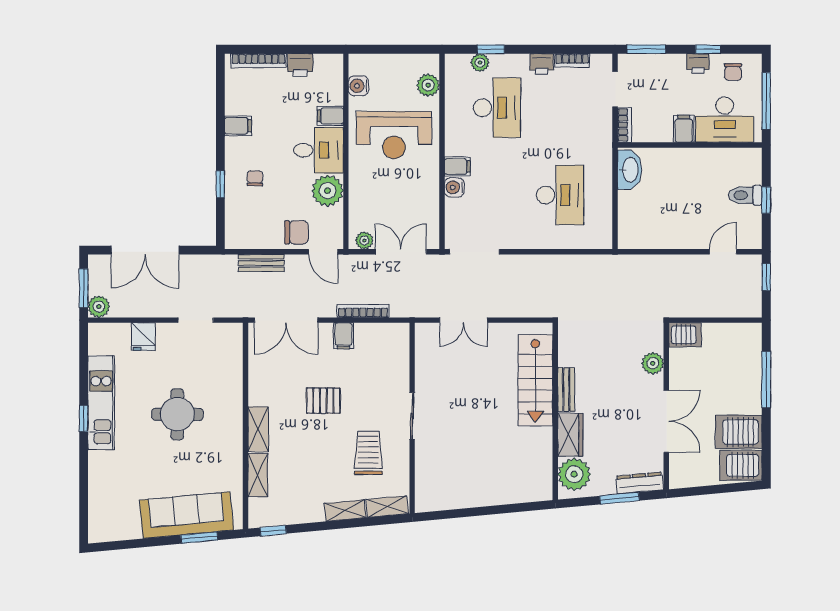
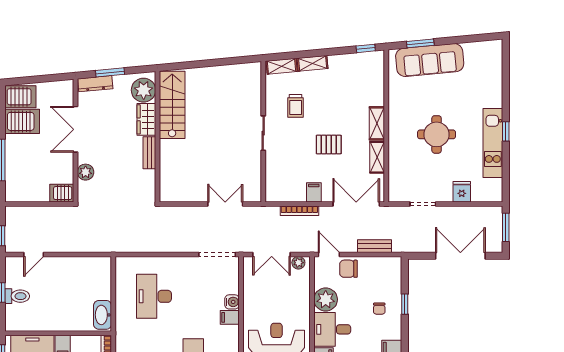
plant: (99, 307) -> (494, 214), removed
stairs: (535, 380) -> (172, 105), moved
trolley: (368, 453) -> (296, 106), width x0.73, depth x0.72
shelving: (258, 475) -> (377, 157), moved

